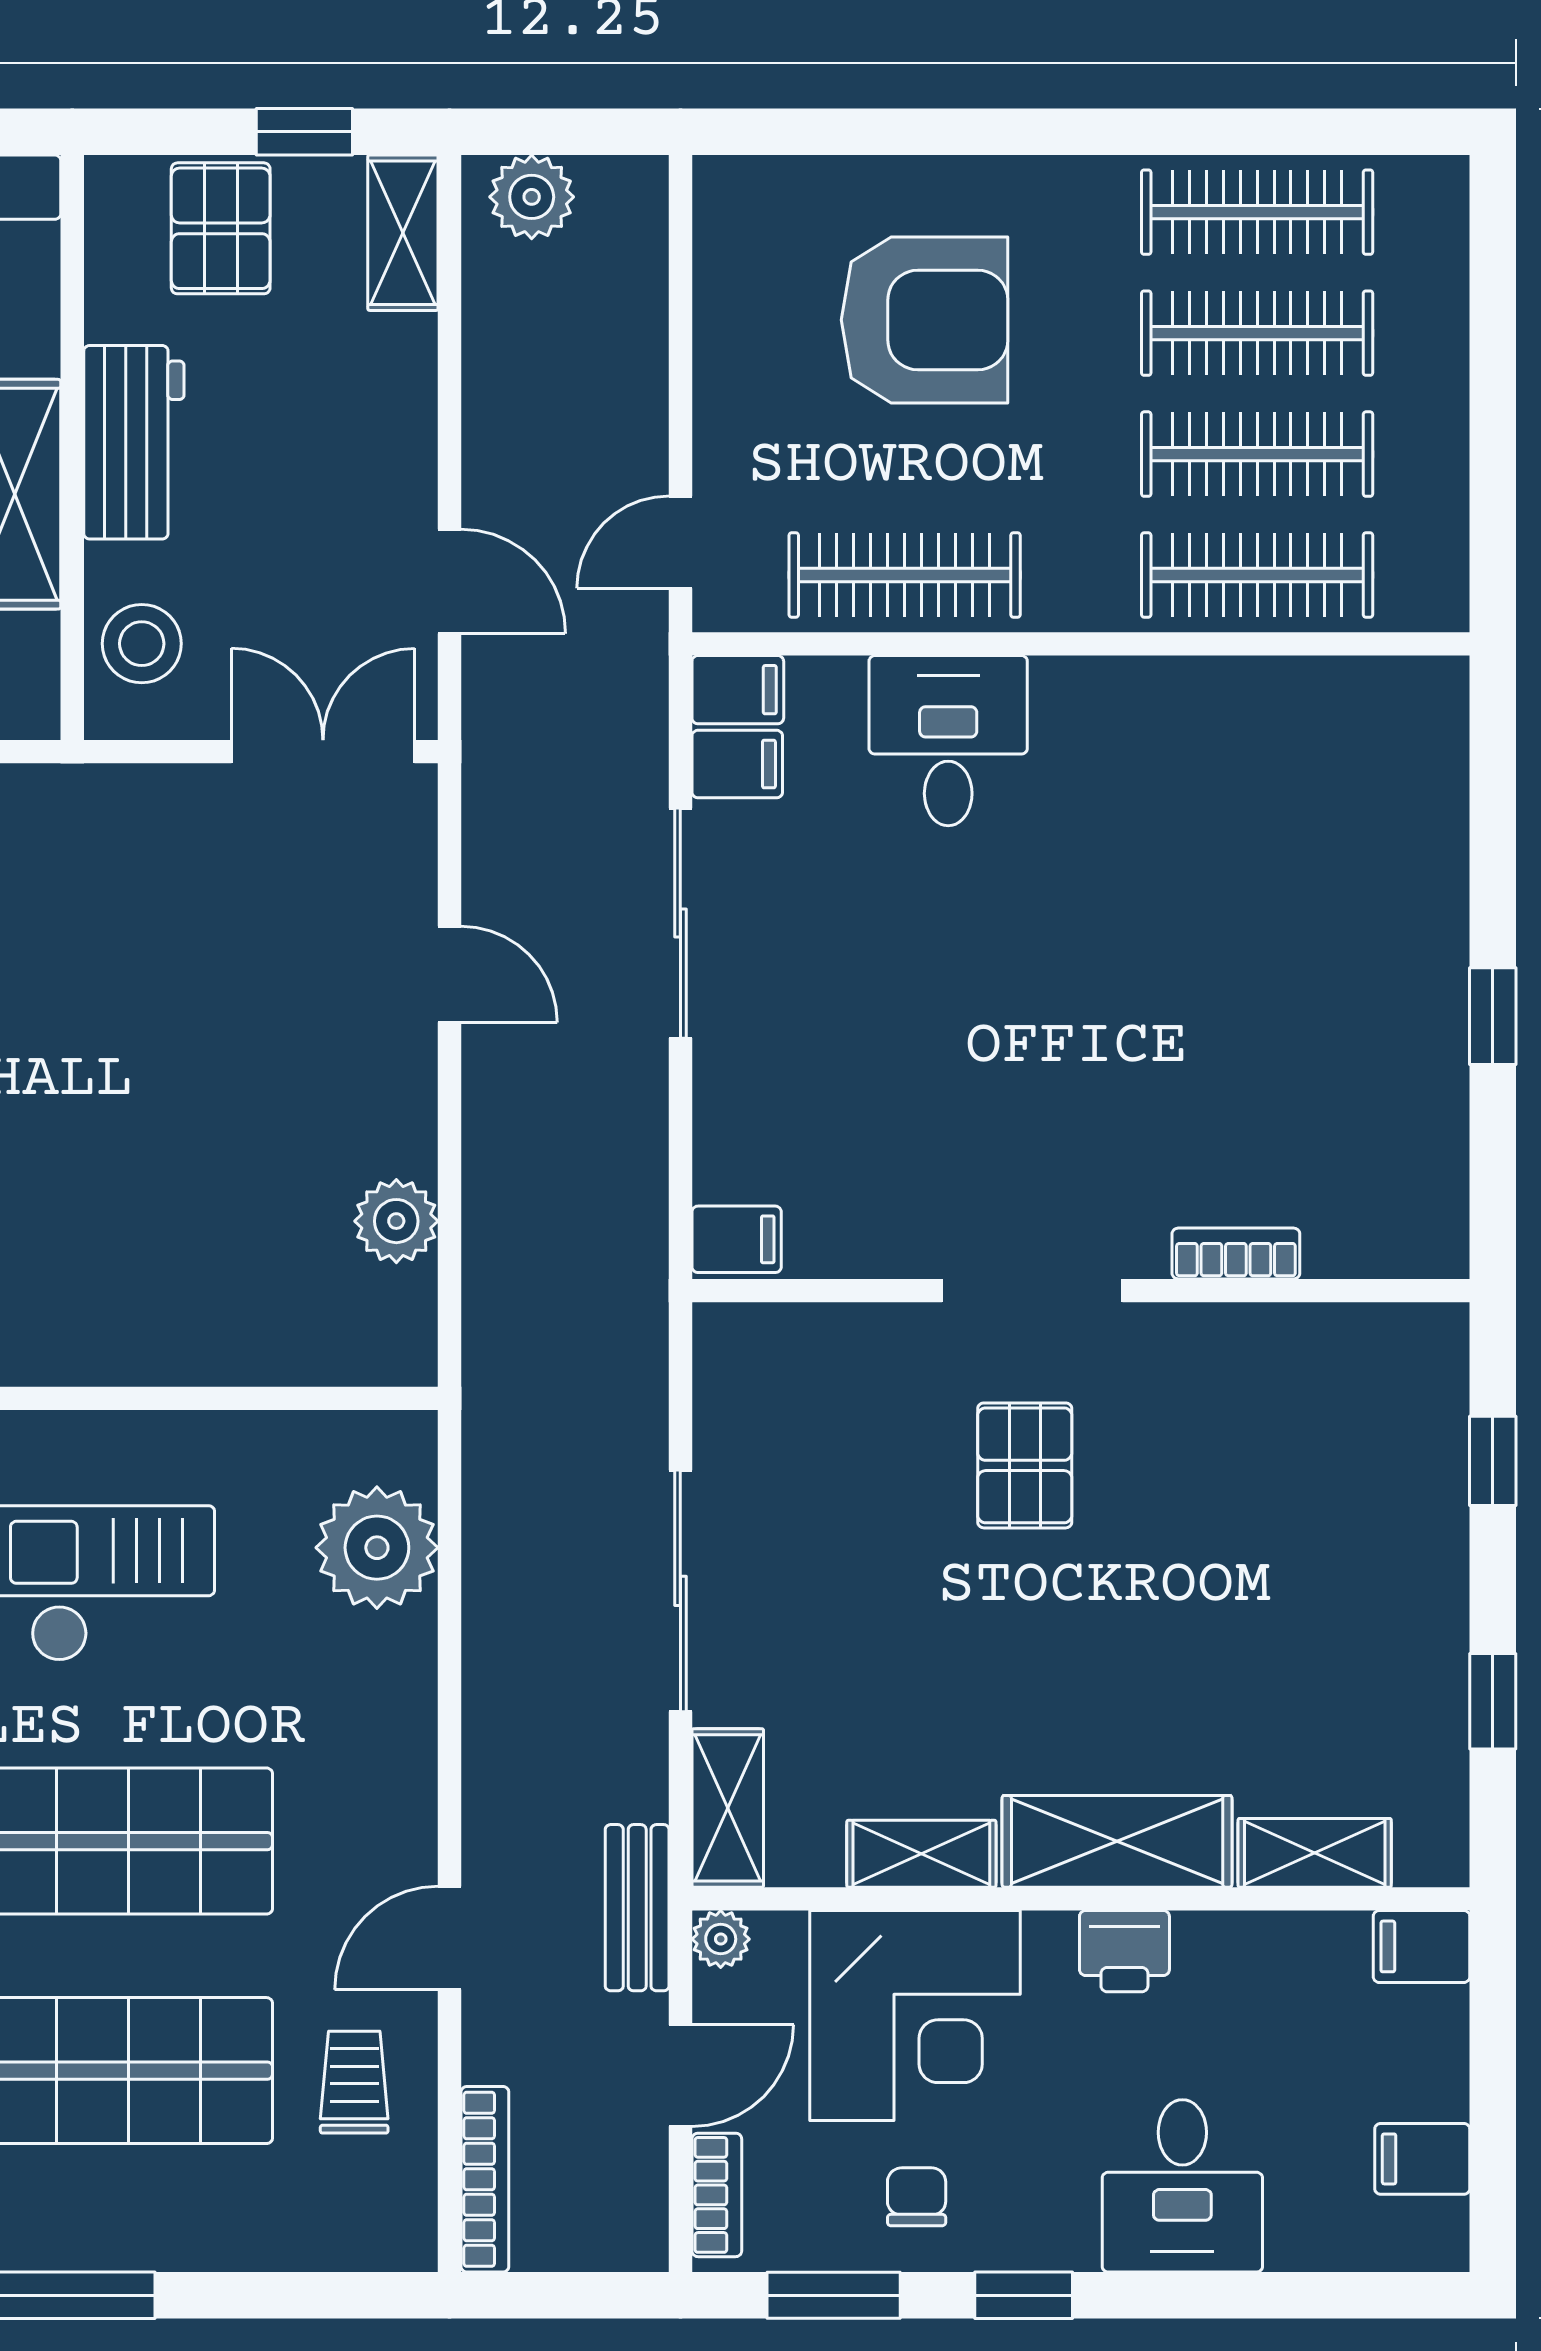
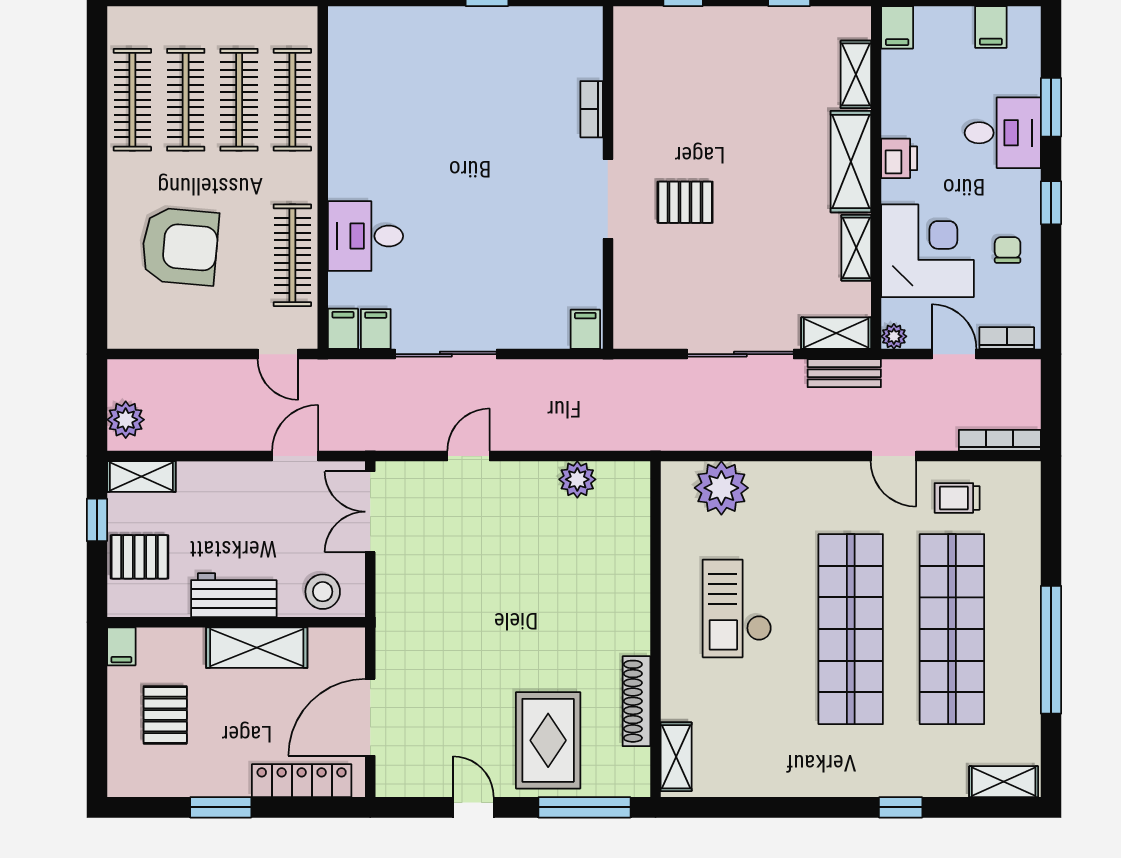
armchair: (925, 320) -> (180, 246), turned 95
bench: (637, 1908) -> (844, 373), moved
chair: (917, 2197) -> (1008, 250), turned 90
window: (834, 2295) -> (1051, 107), moved

